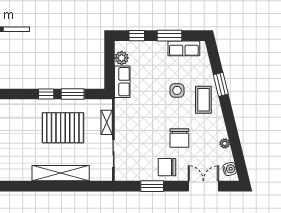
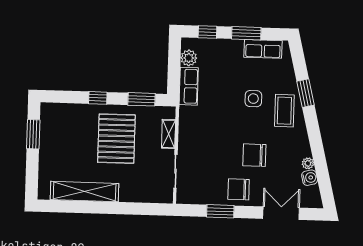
window: (73, 94) -> (141, 99), moved
pallet: (63, 128) -> (116, 139), turned 90
chair: (179, 138) -> (254, 155), turned 90
water cooler: (230, 169) -> (310, 178), moved
shelving: (61, 173) -> (85, 192), moved

